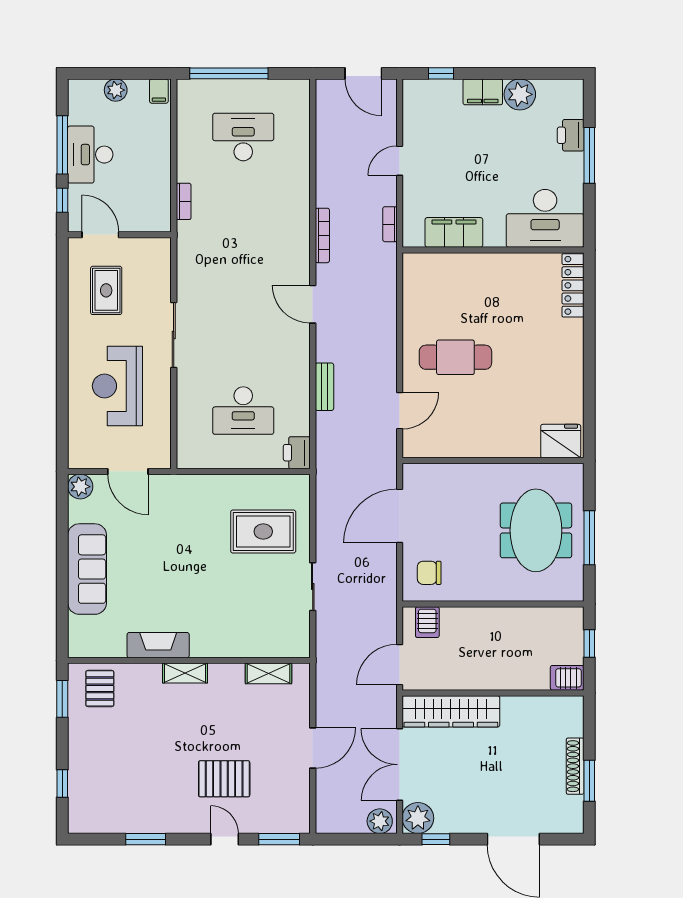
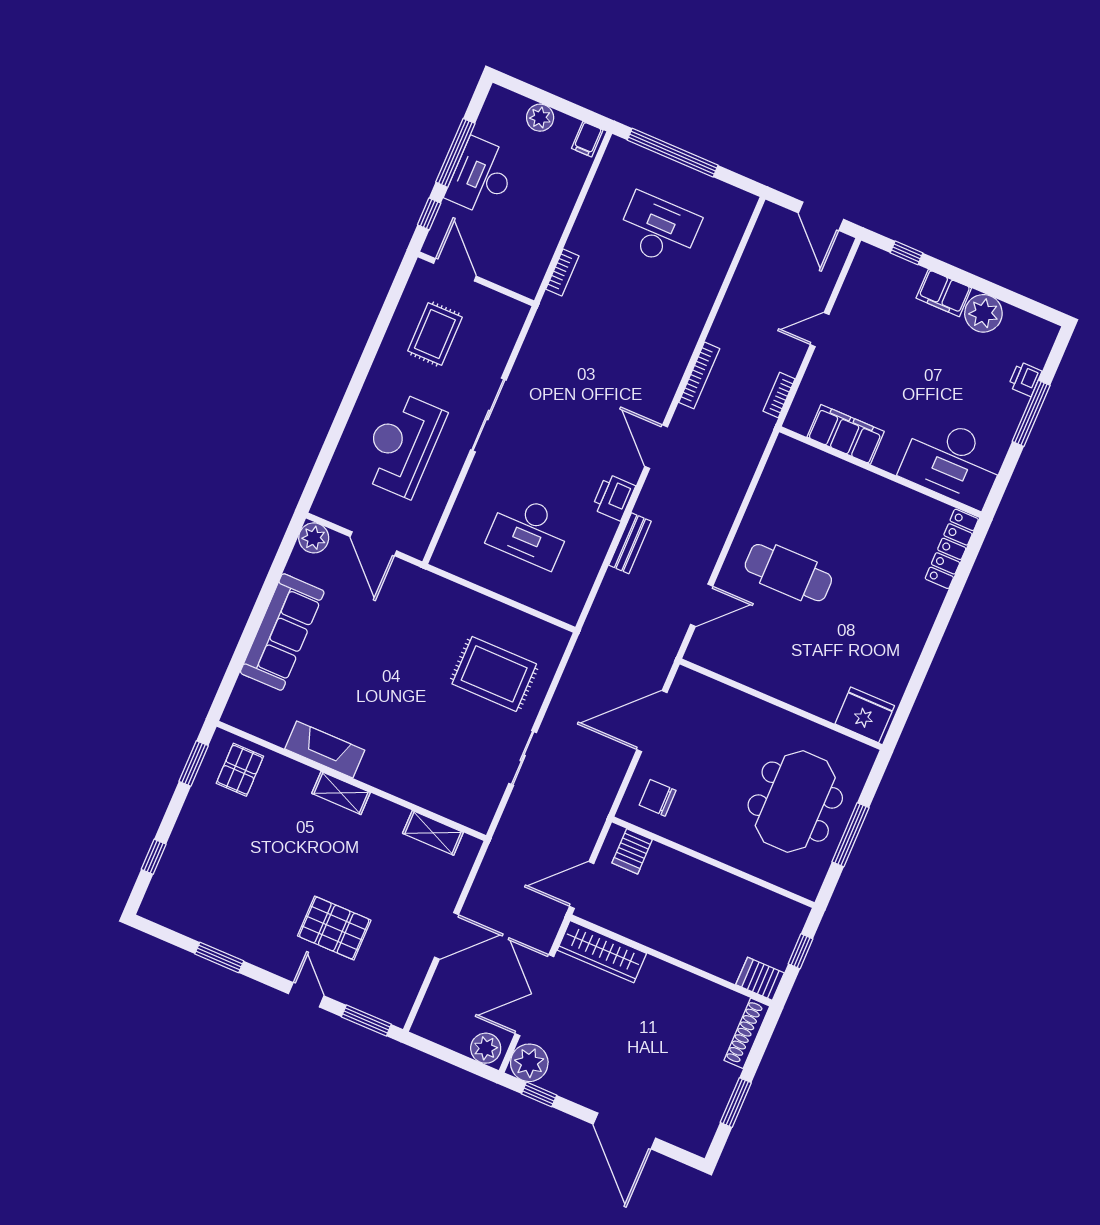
printer: (571, 135) -> (1025, 379), width x0.73, depth x0.81
printer: (297, 453) -> (614, 497), moved
wardrobe: (451, 711) -> (602, 952), width x0.71, depth x0.85
shoe rack: (575, 766) -> (747, 1033), moved

